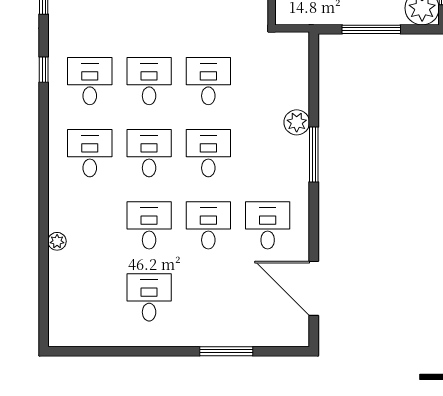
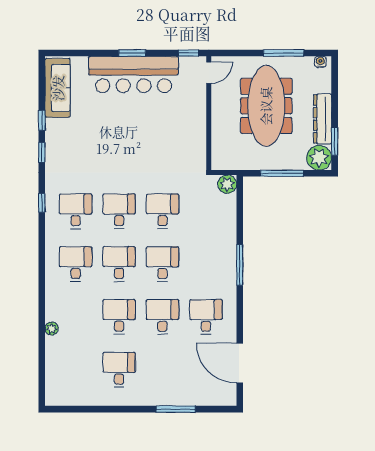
plant: (297, 122) -> (227, 184), moved

